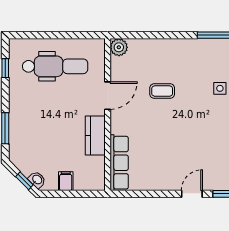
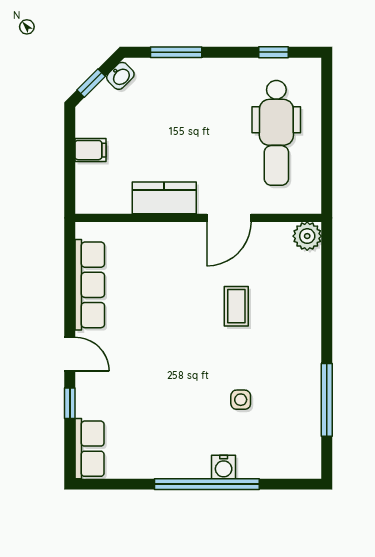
door: (108, 96) -> (229, 218), hinge flipped
row of seats: (119, 163) -> (90, 285), moved, turned -90
washbasin: (37, 180) -> (120, 76), moved

